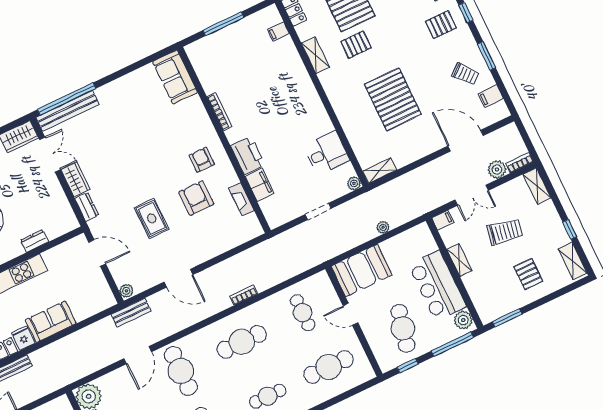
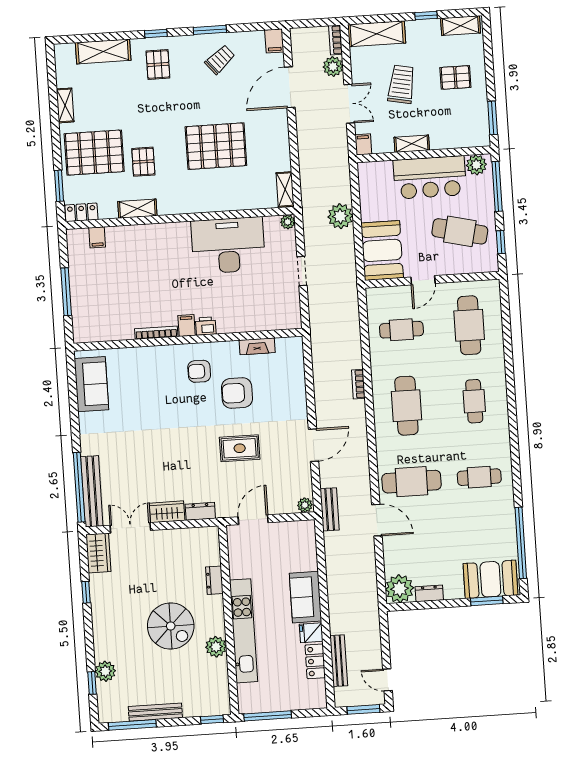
sofa: (175, 77) -> (91, 384), moved, turned -90
filing cabinet: (491, 96) -> (274, 41), moved
desk: (326, 153) -> (228, 245), width x1.87, depth x1.30
printer: (248, 155) -> (206, 326), width x0.53, depth x0.68
filing cabinet: (260, 185) -> (187, 326), moved, width x0.50
shelving: (537, 186) -> (377, 34), width x1.50, depth x1.33
plant: (383, 227) -> (340, 216), width x1.87, depth x1.87

